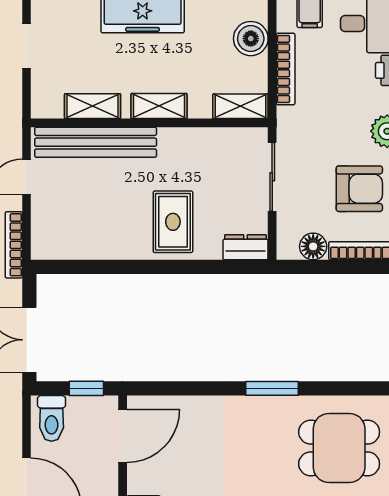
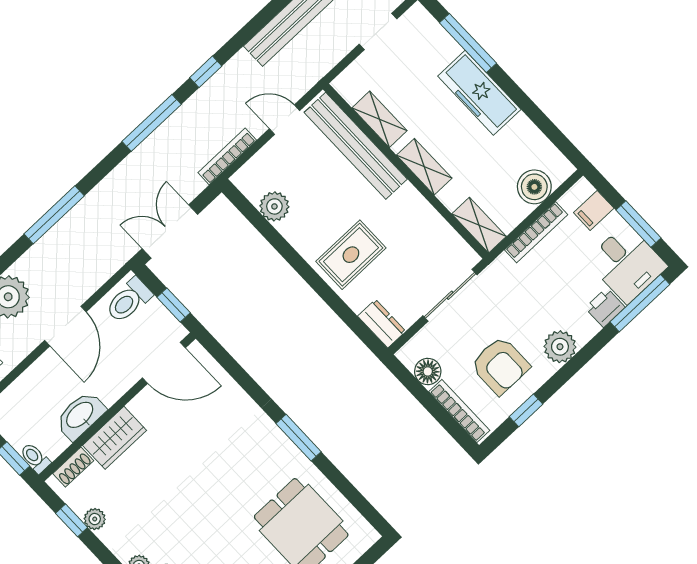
plant: (84, 245) -> (274, 206), added

